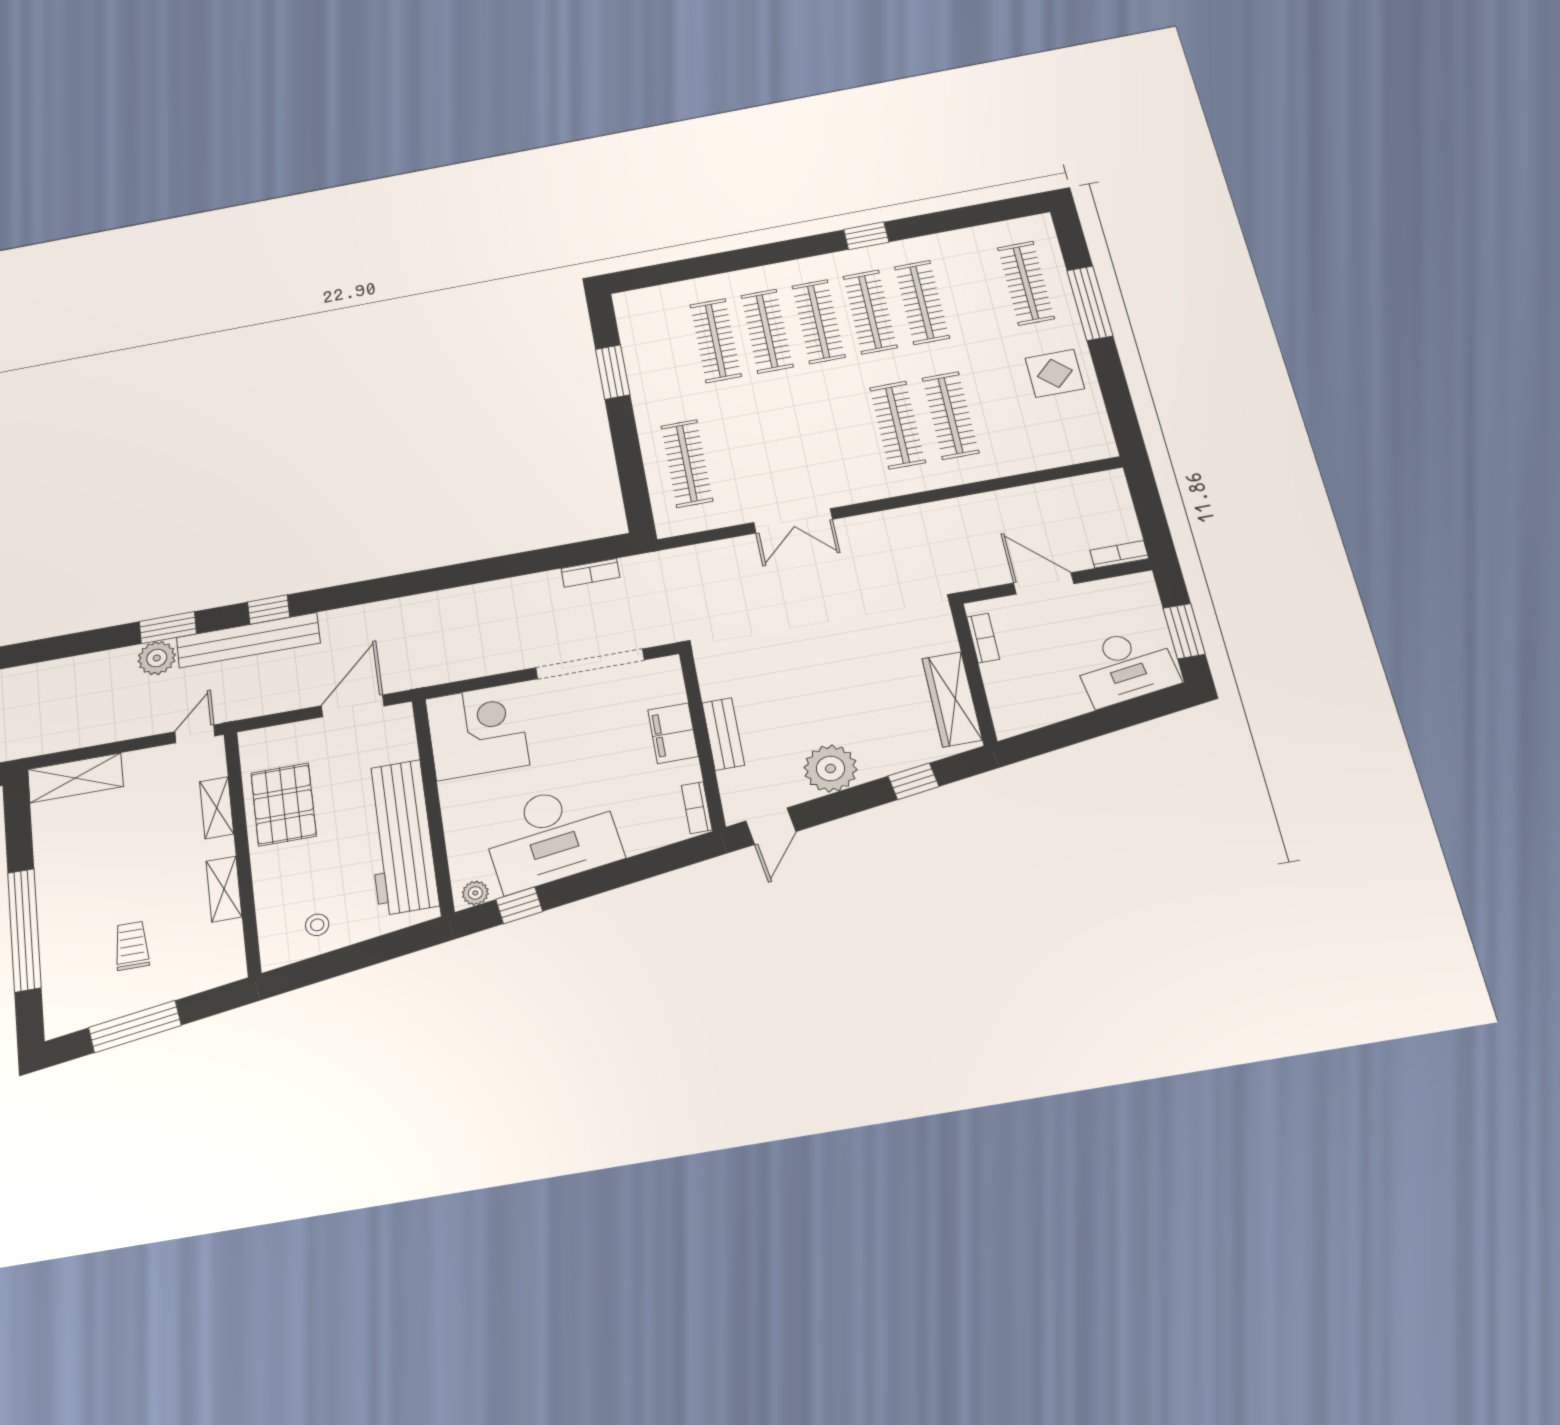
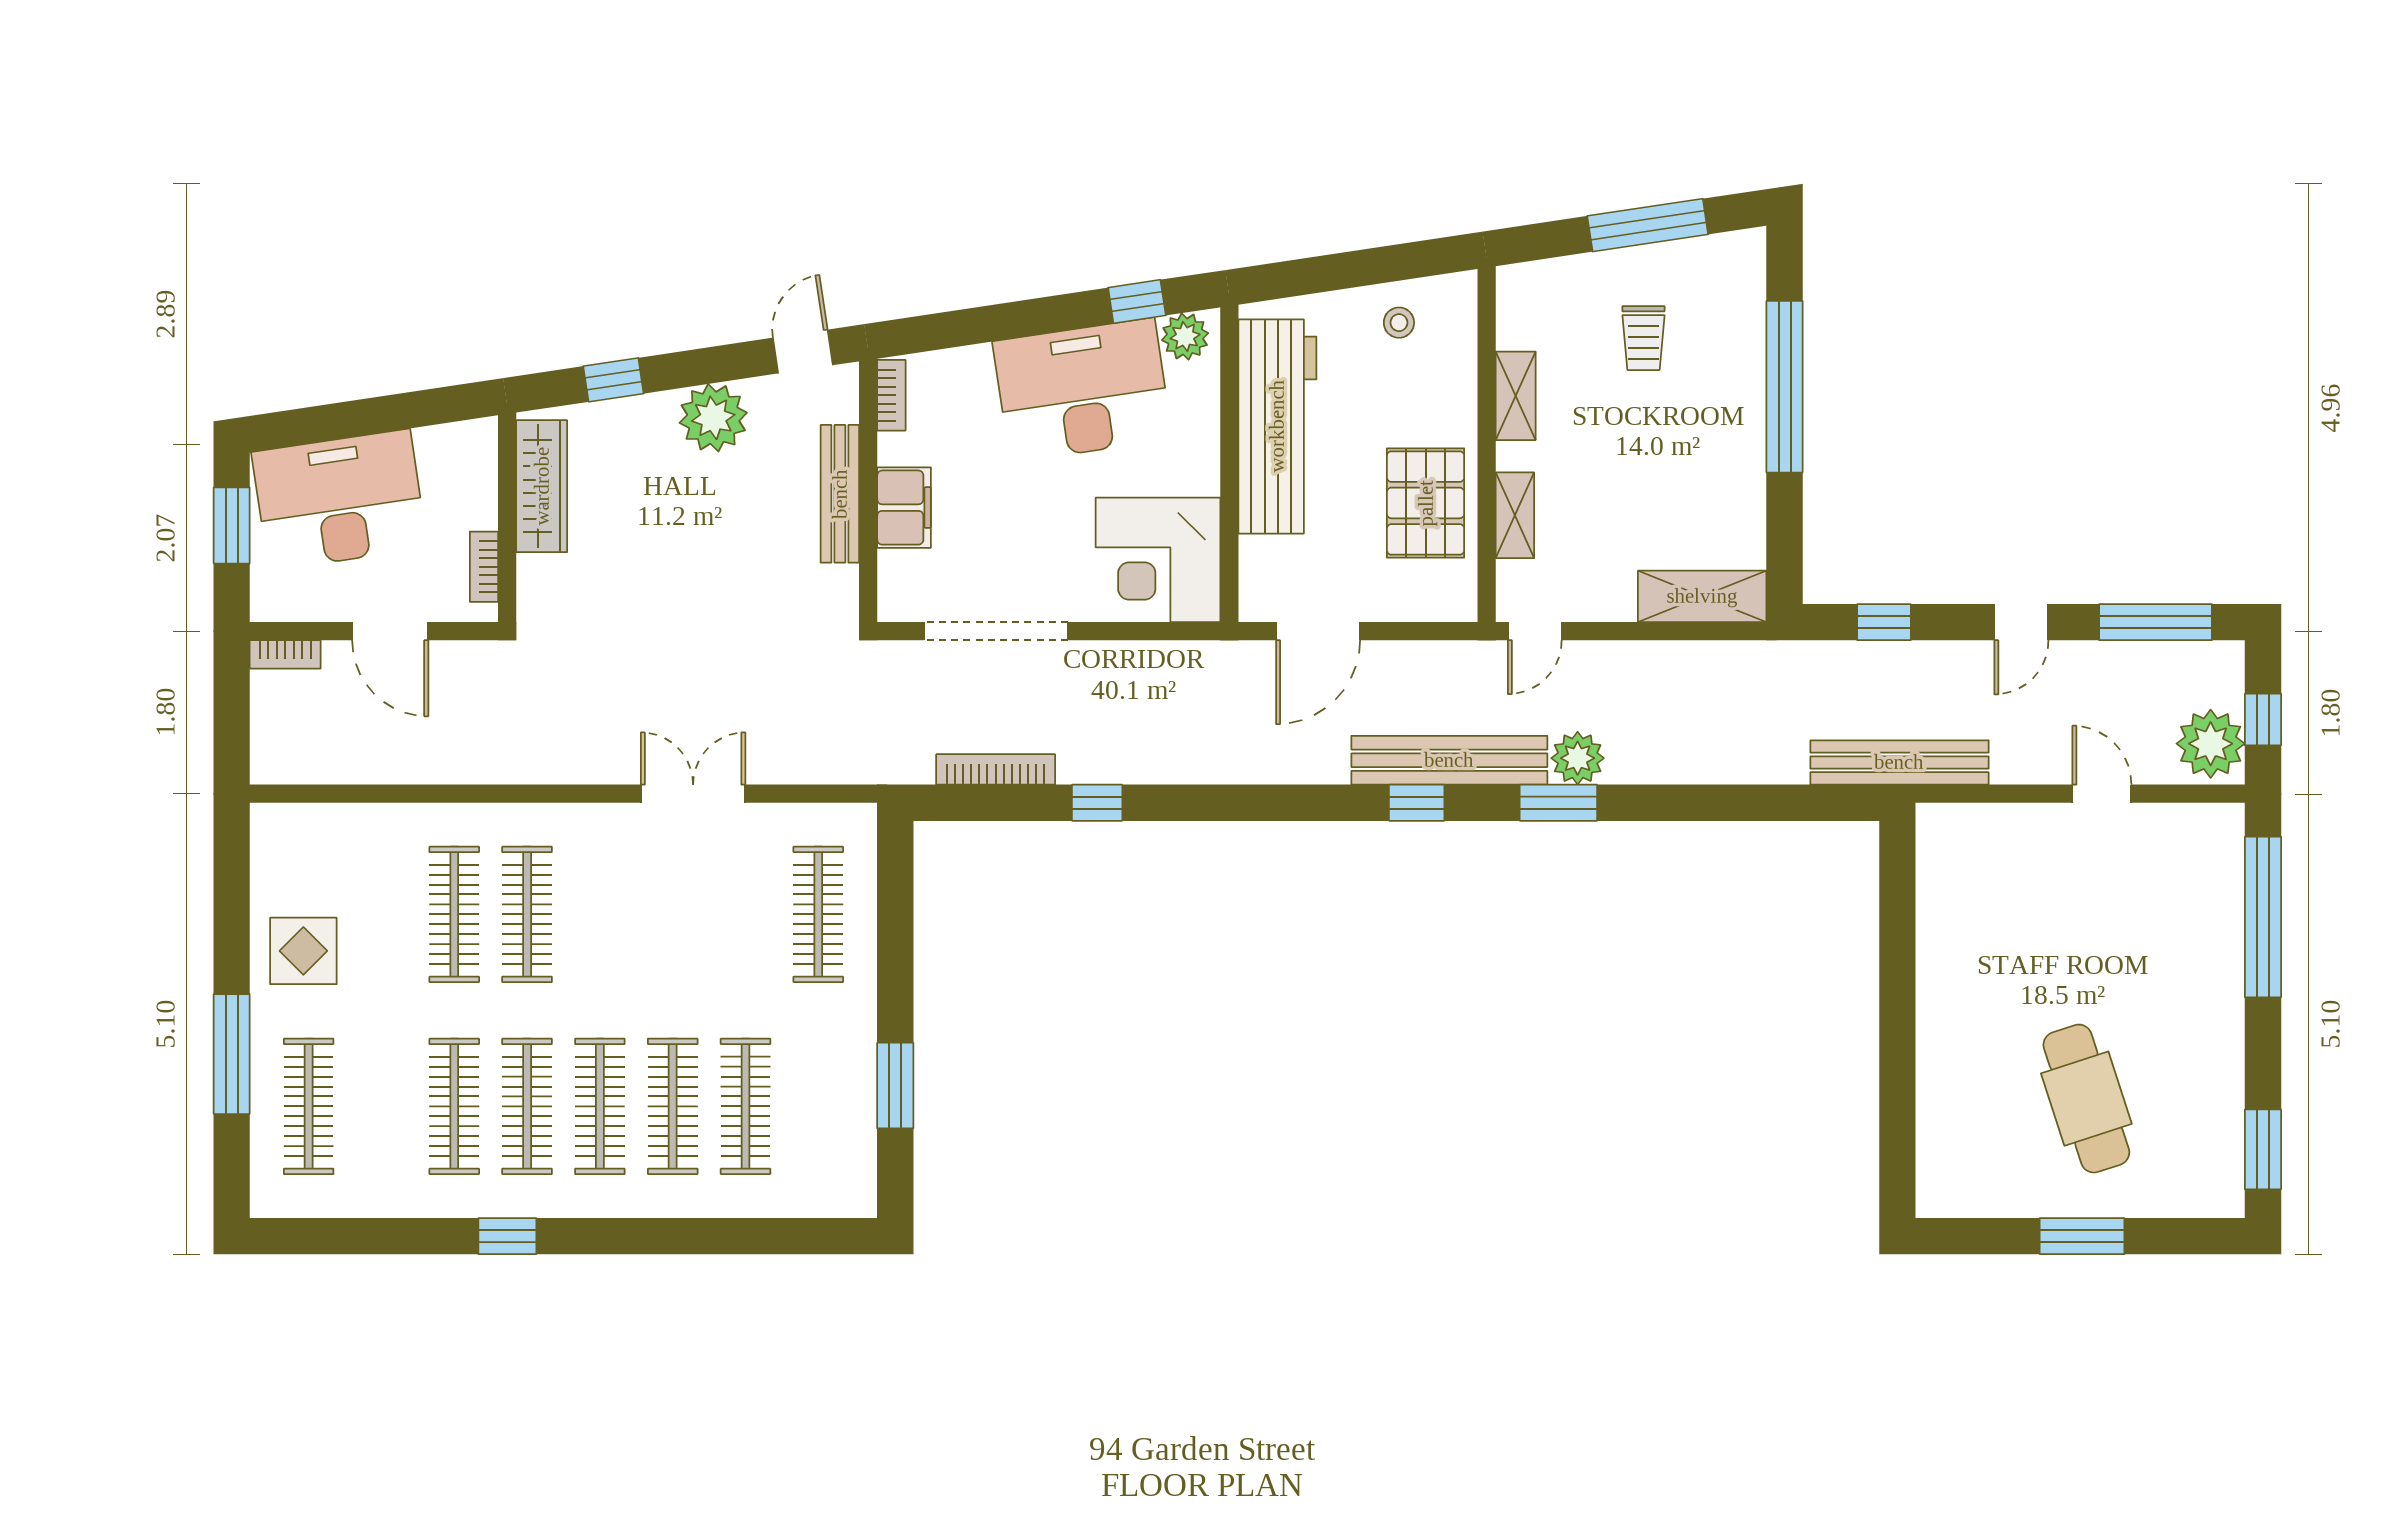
window: (498, 568) -> (1097, 803), added
bookcase: (590, 573) -> (996, 769), width x1.56
desk: (1125, 667) -> (339, 500), width x1.36, depth x1.30
bench: (723, 734) -> (840, 494), width x1.36
plant: (475, 893) -> (1185, 337), width x1.38, depth x1.38

